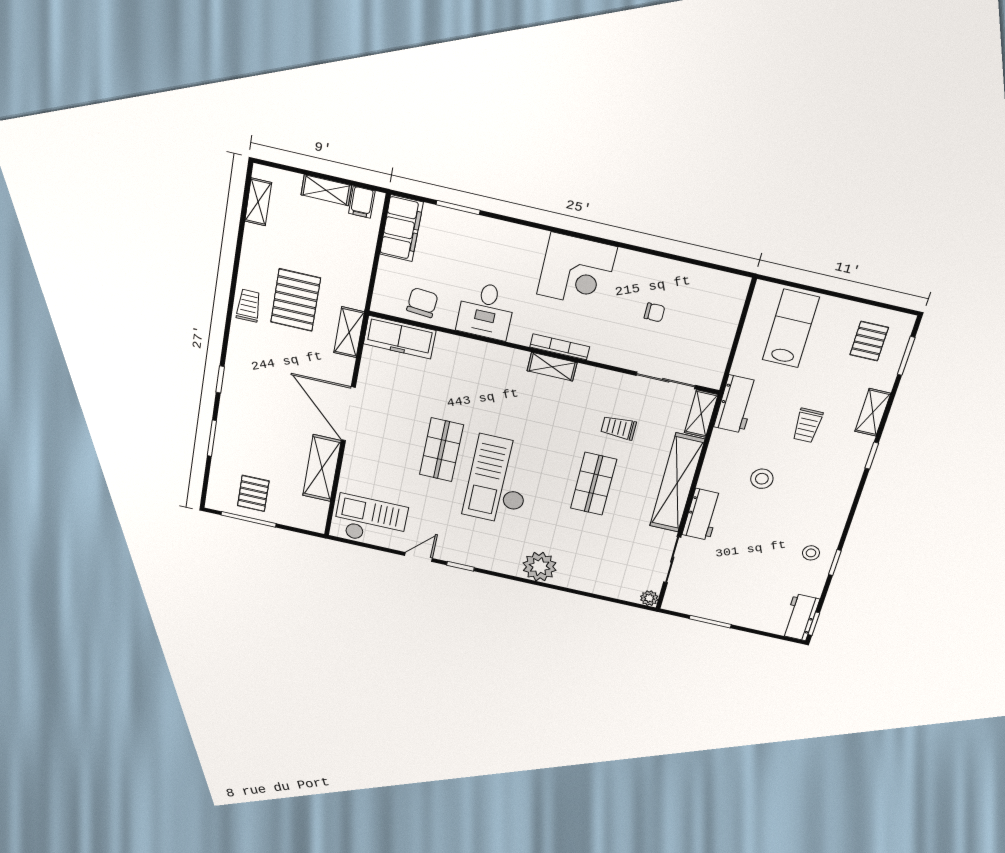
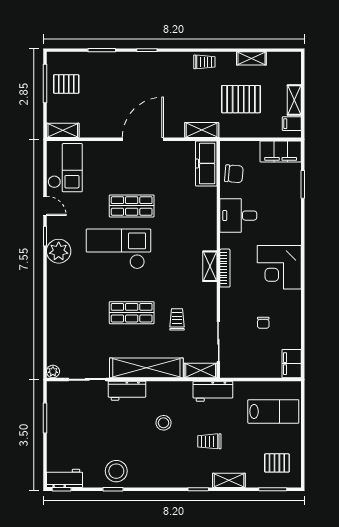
shelving: (258, 202) -> (251, 58), moved
filing cabinet: (727, 286) -> (292, 364), added
pallet: (296, 300) -> (241, 99), moved
shelving: (322, 468) -> (63, 130), moved, width x0.67, depth x0.75
stool: (811, 553) -> (116, 471), width x1.89, depth x1.89
plant: (540, 567) -> (59, 251), moved

